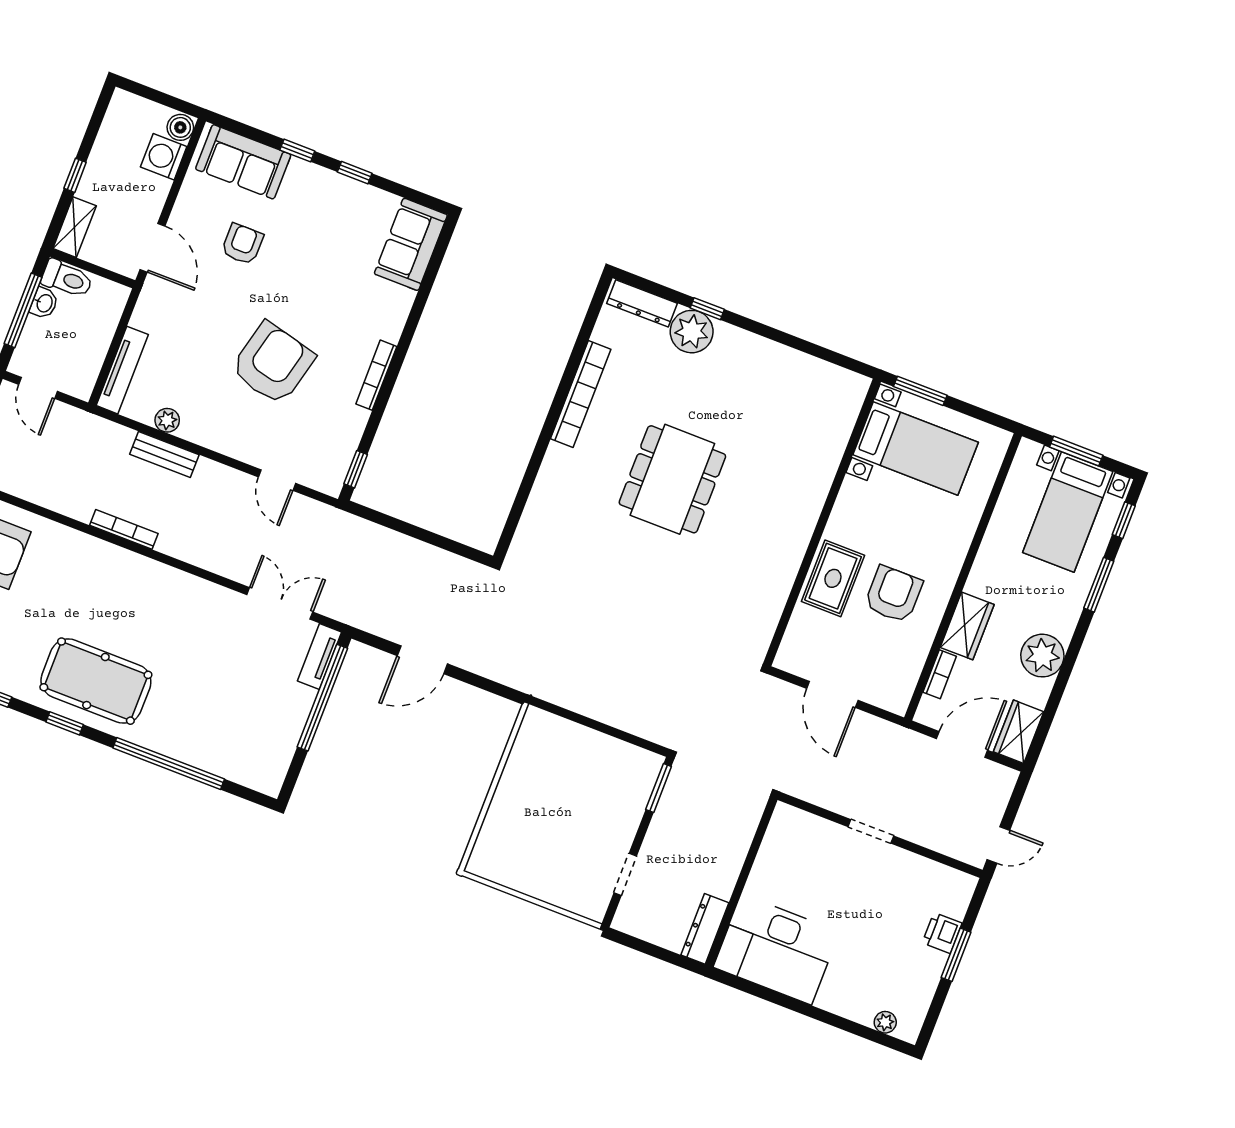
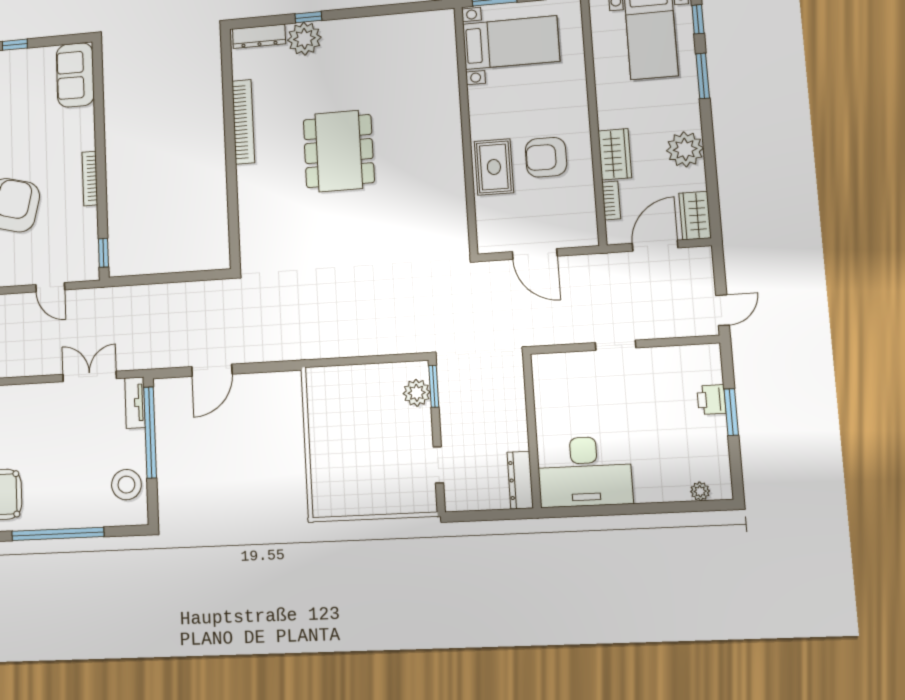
armchair: (893, 594) -> (546, 157), turned -90
stool: (271, 743) -> (126, 485), added
plant: (637, 787) -> (417, 393), added

